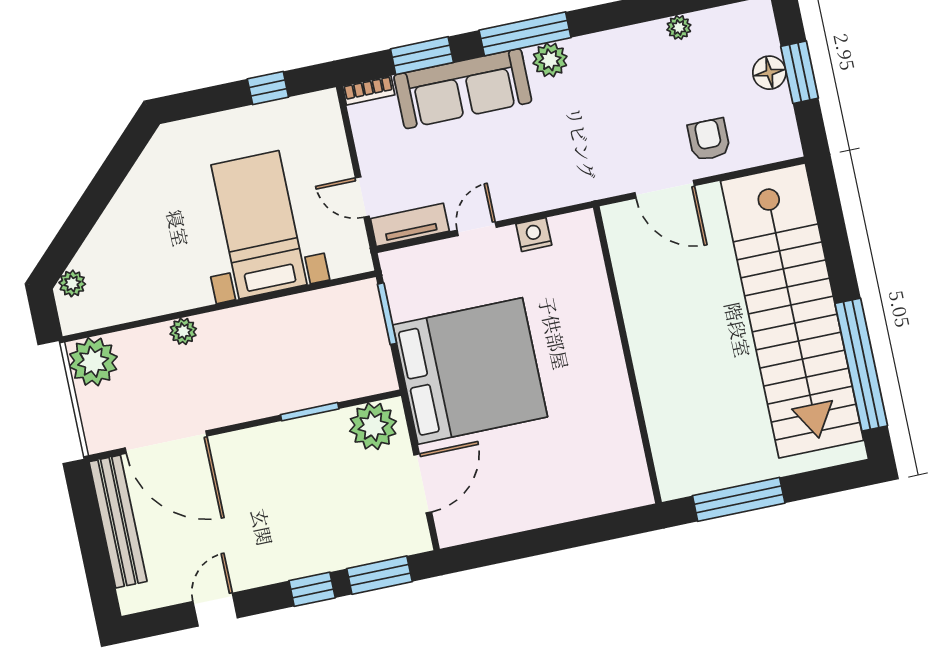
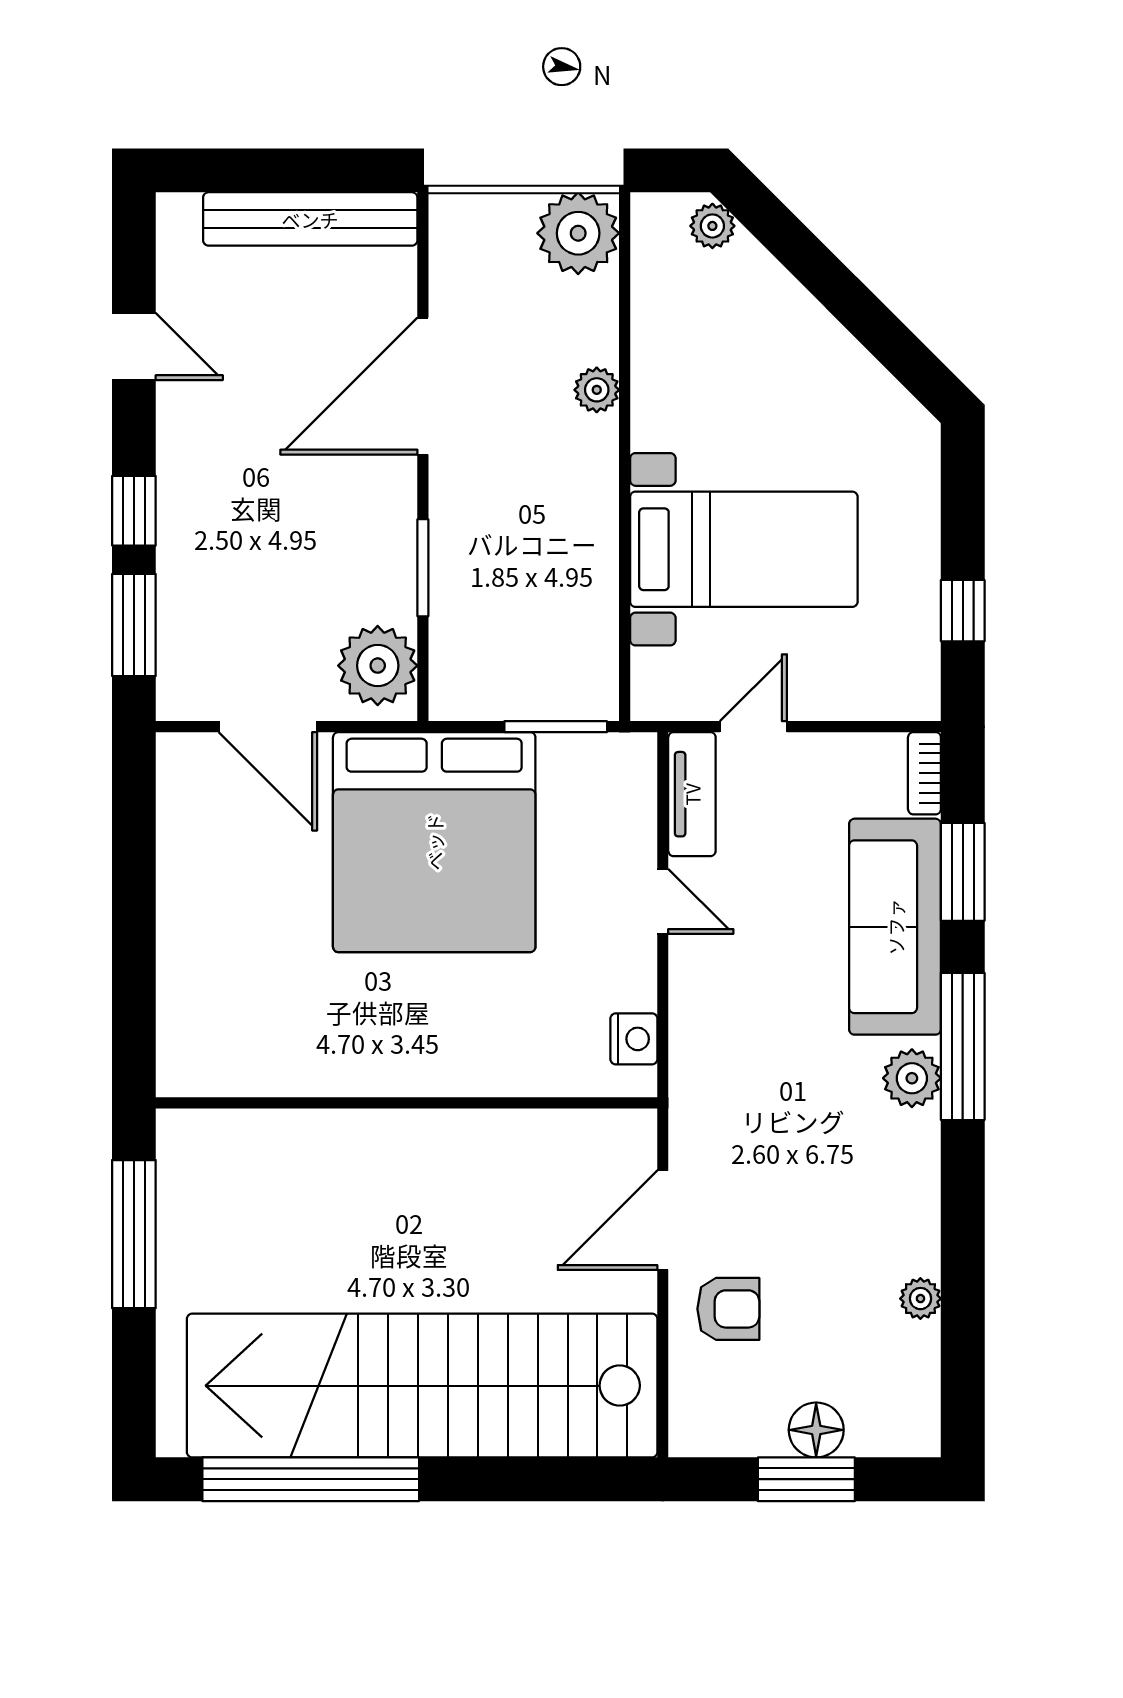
nightstand: (534, 235) -> (634, 1039), moved
door: (166, 442) -> (423, 386), moved

